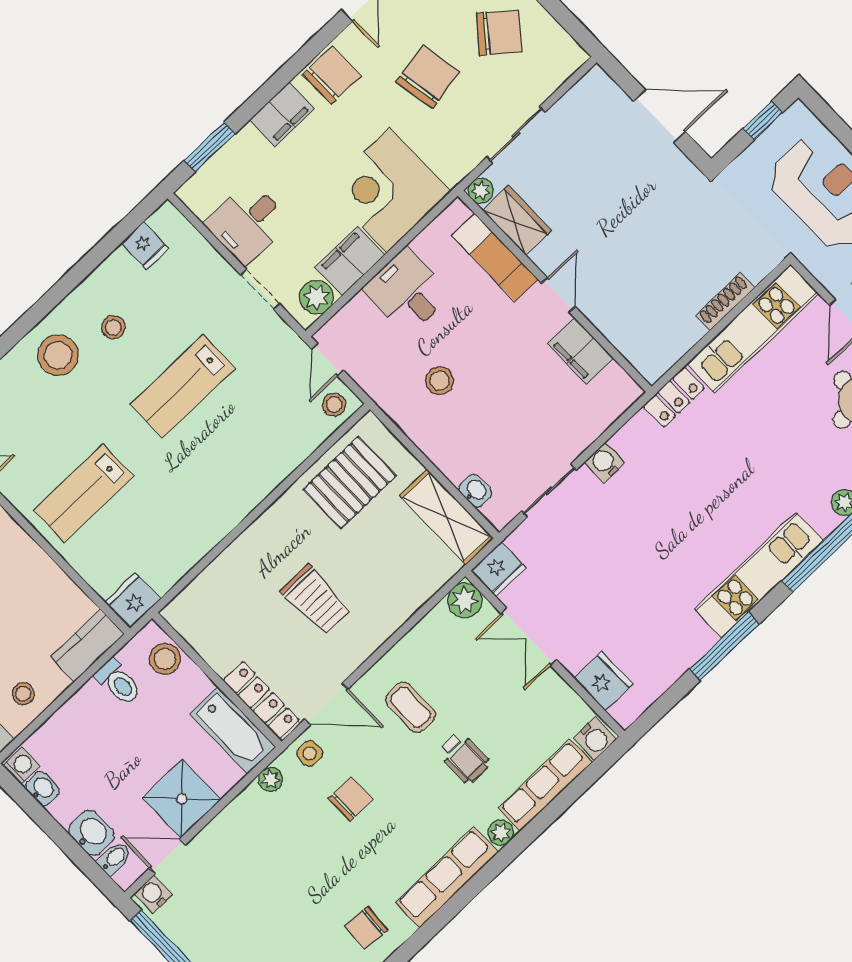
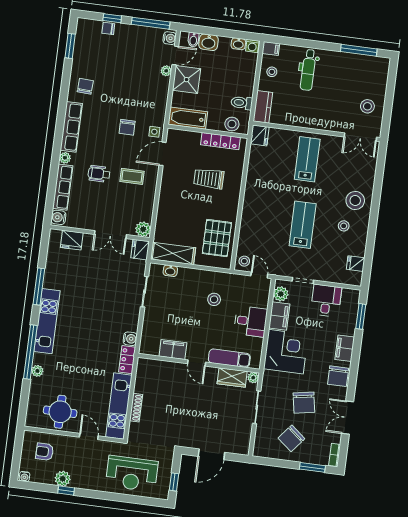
water cooler: (605, 462) -> (130, 339), moved
trolley: (316, 600) -> (209, 179), moved
double door: (529, 637) -> (110, 235), swing flipped
locker: (261, 700) -> (220, 141), moved
plant: (270, 779) -> (166, 71), moved

